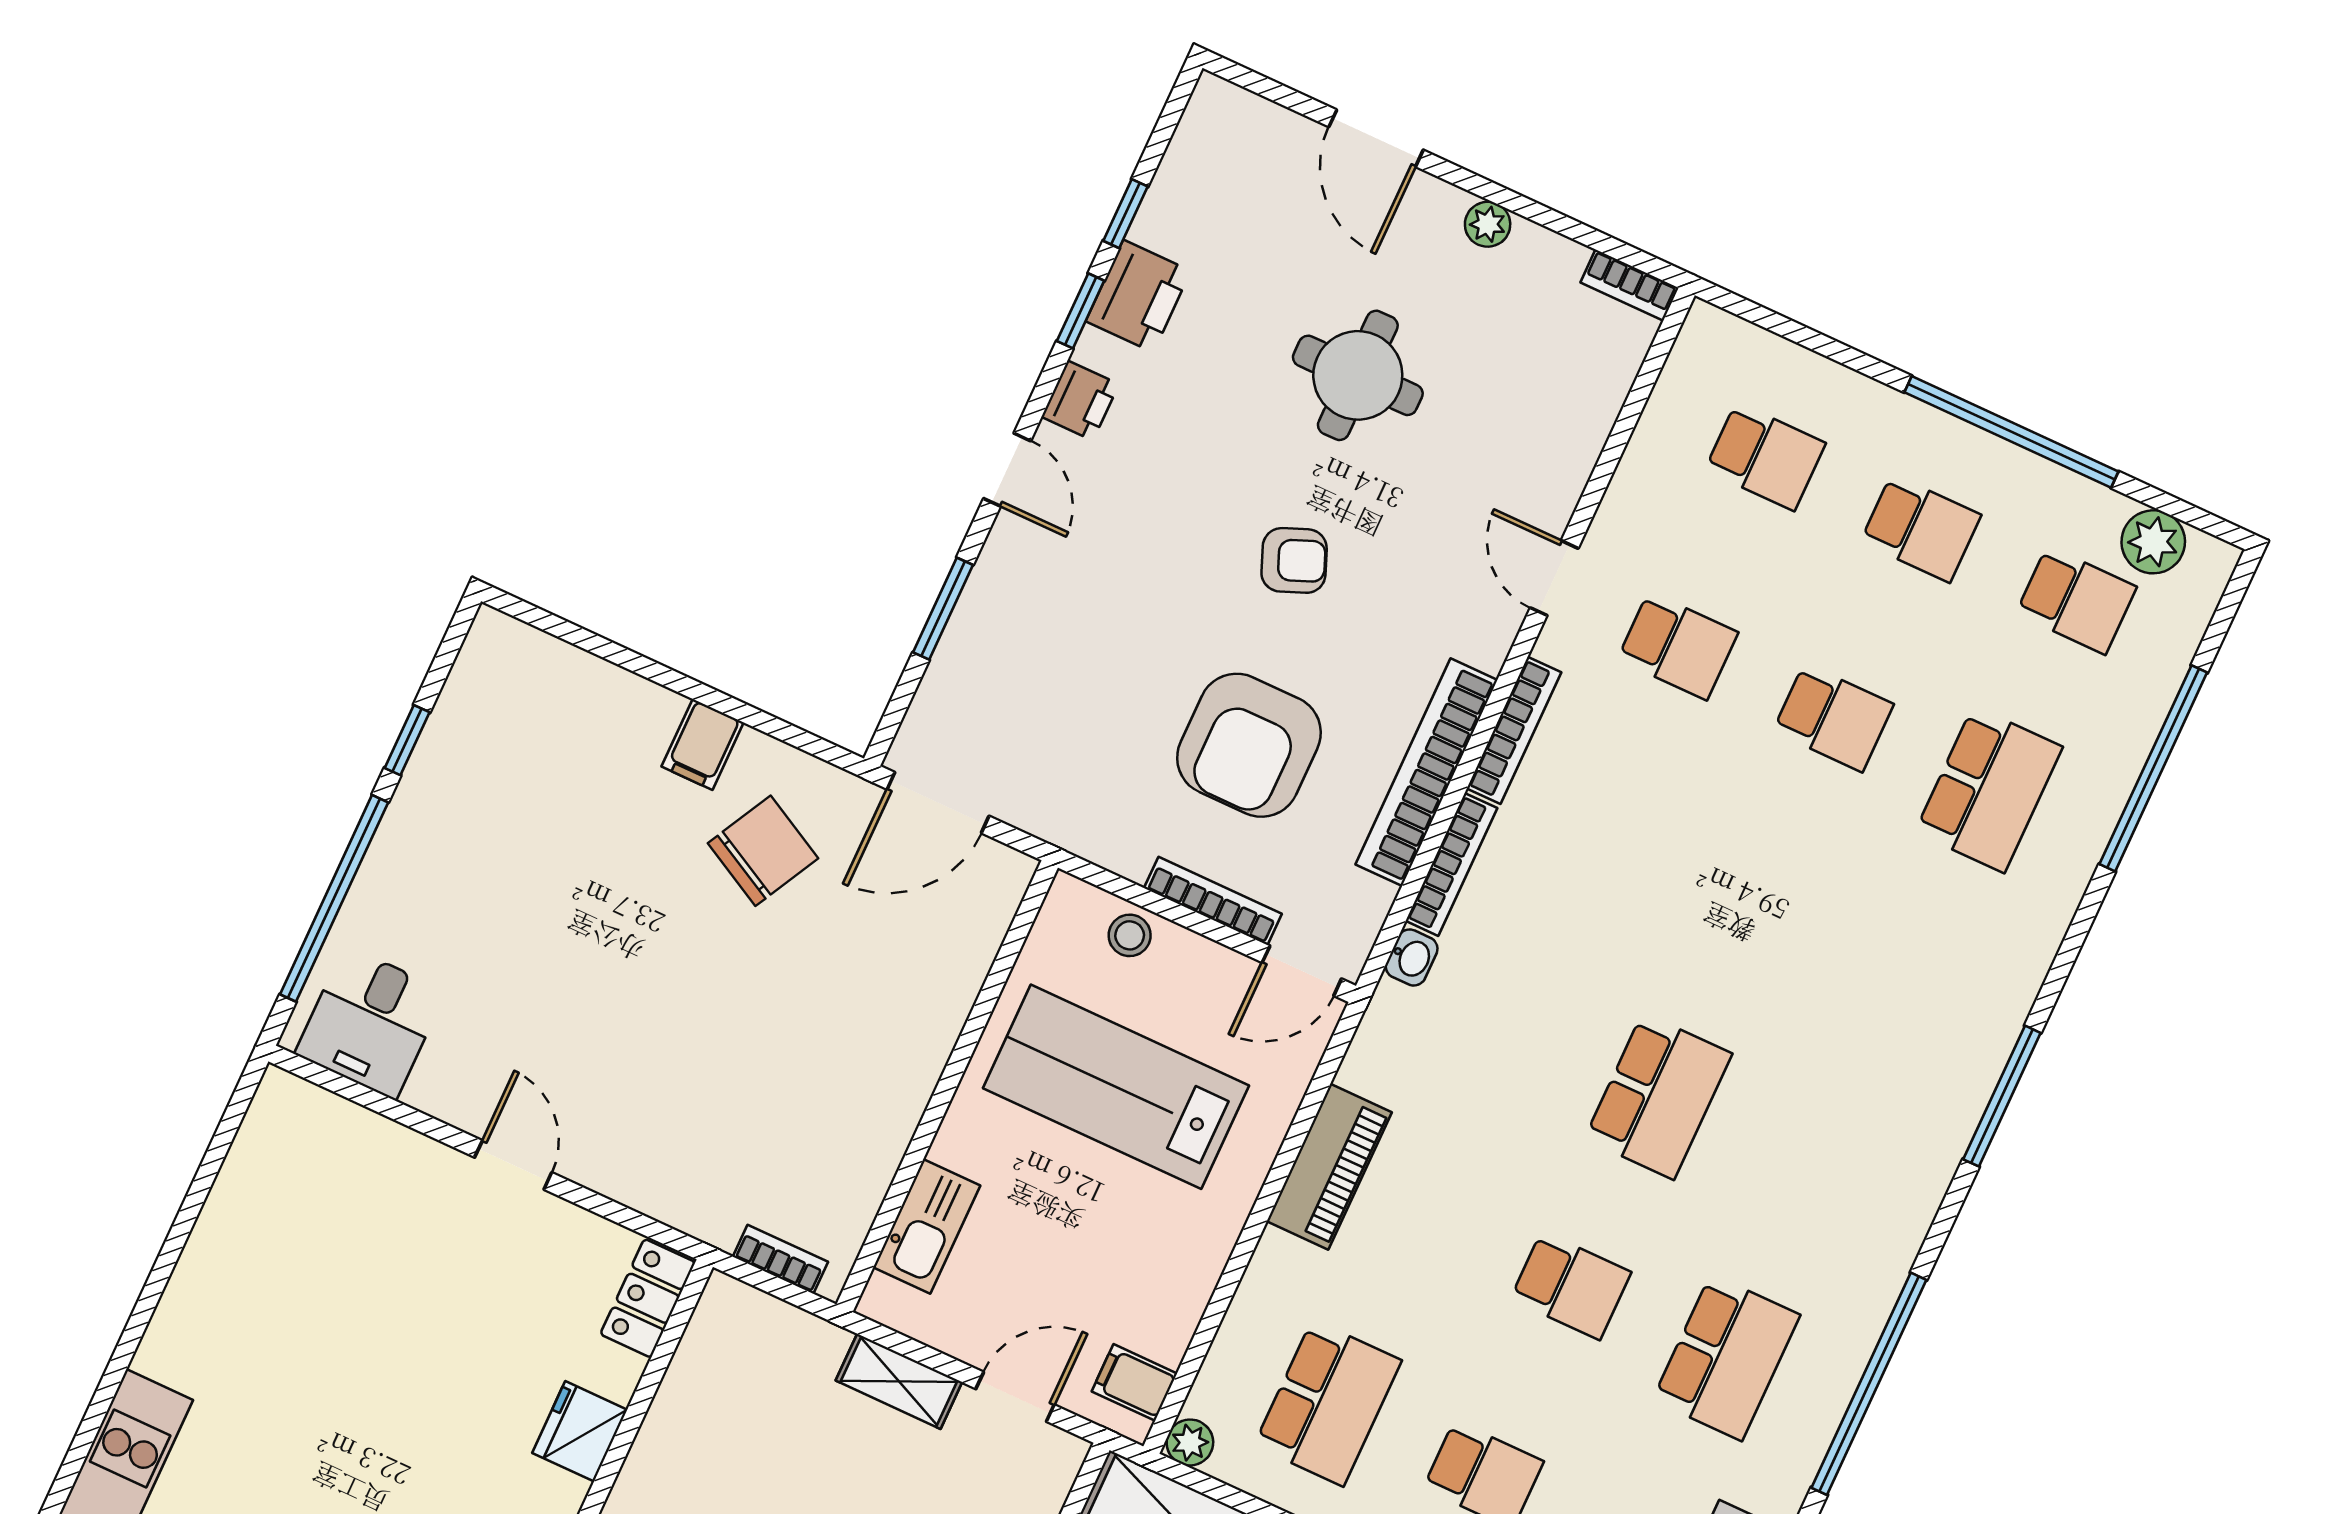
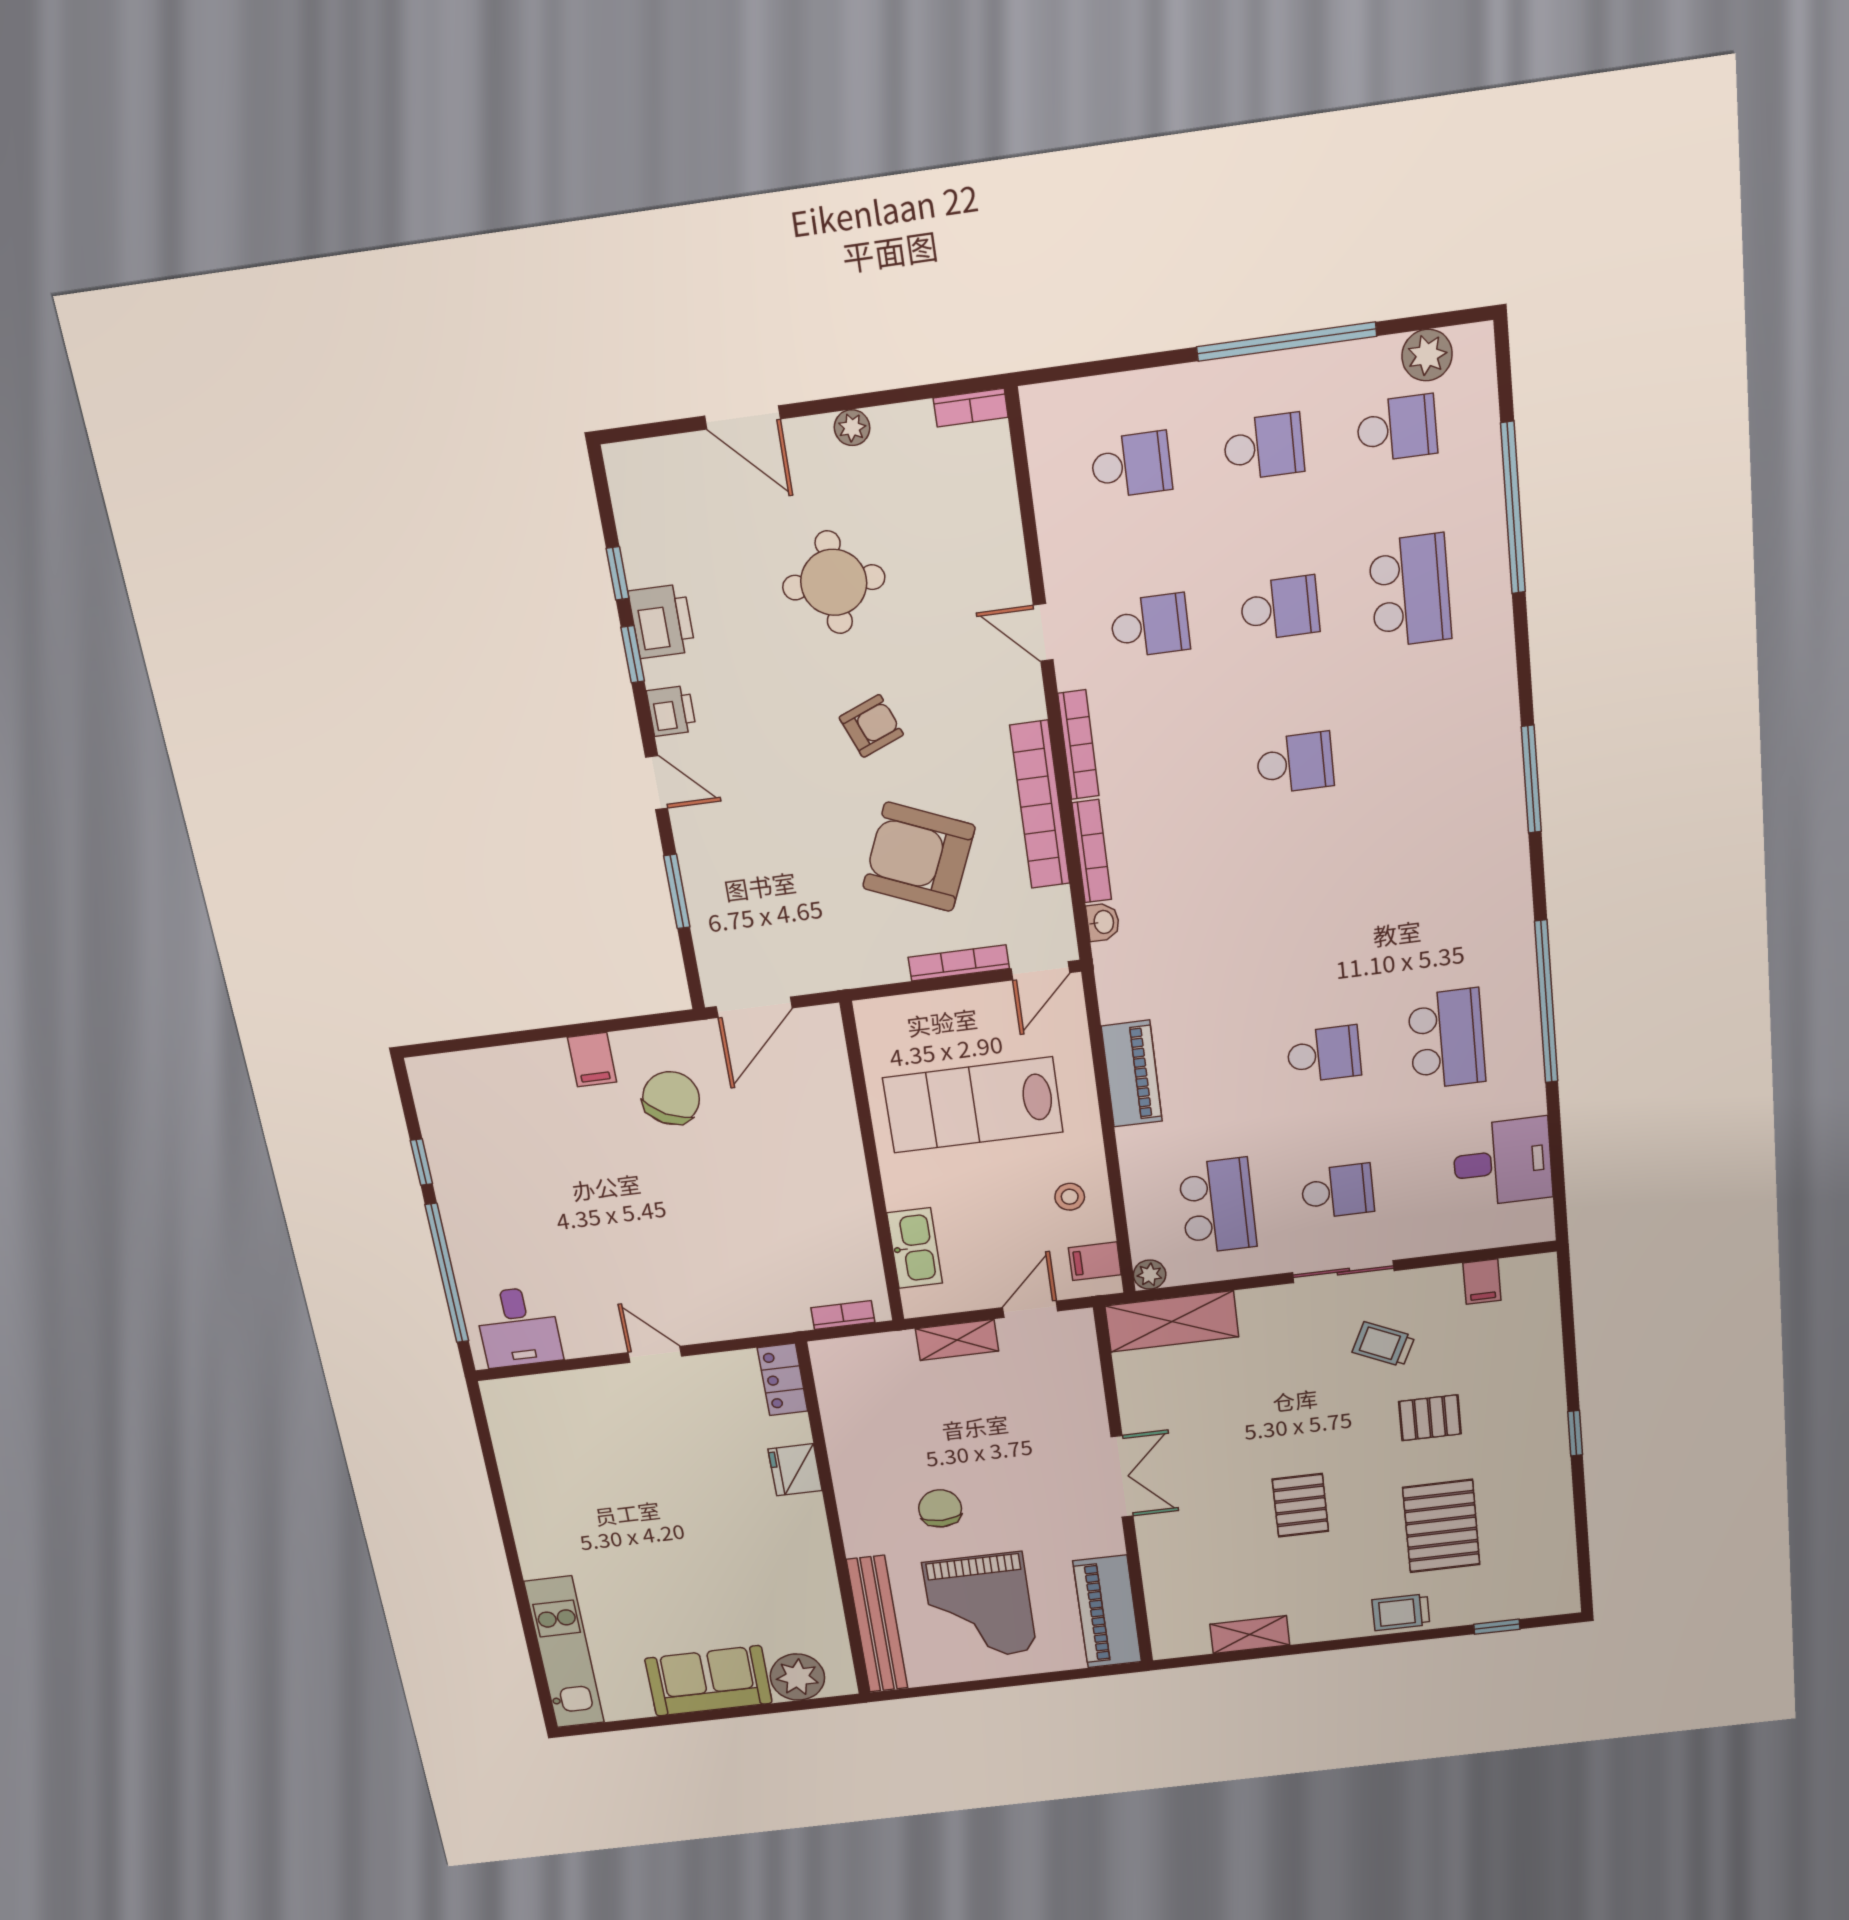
armchair: (1249, 745) -> (919, 857), turned 113
stool: (1130, 935) -> (1070, 1197), moved
school desk: (1658, 1096) -> (1295, 763), moved, width x0.54

